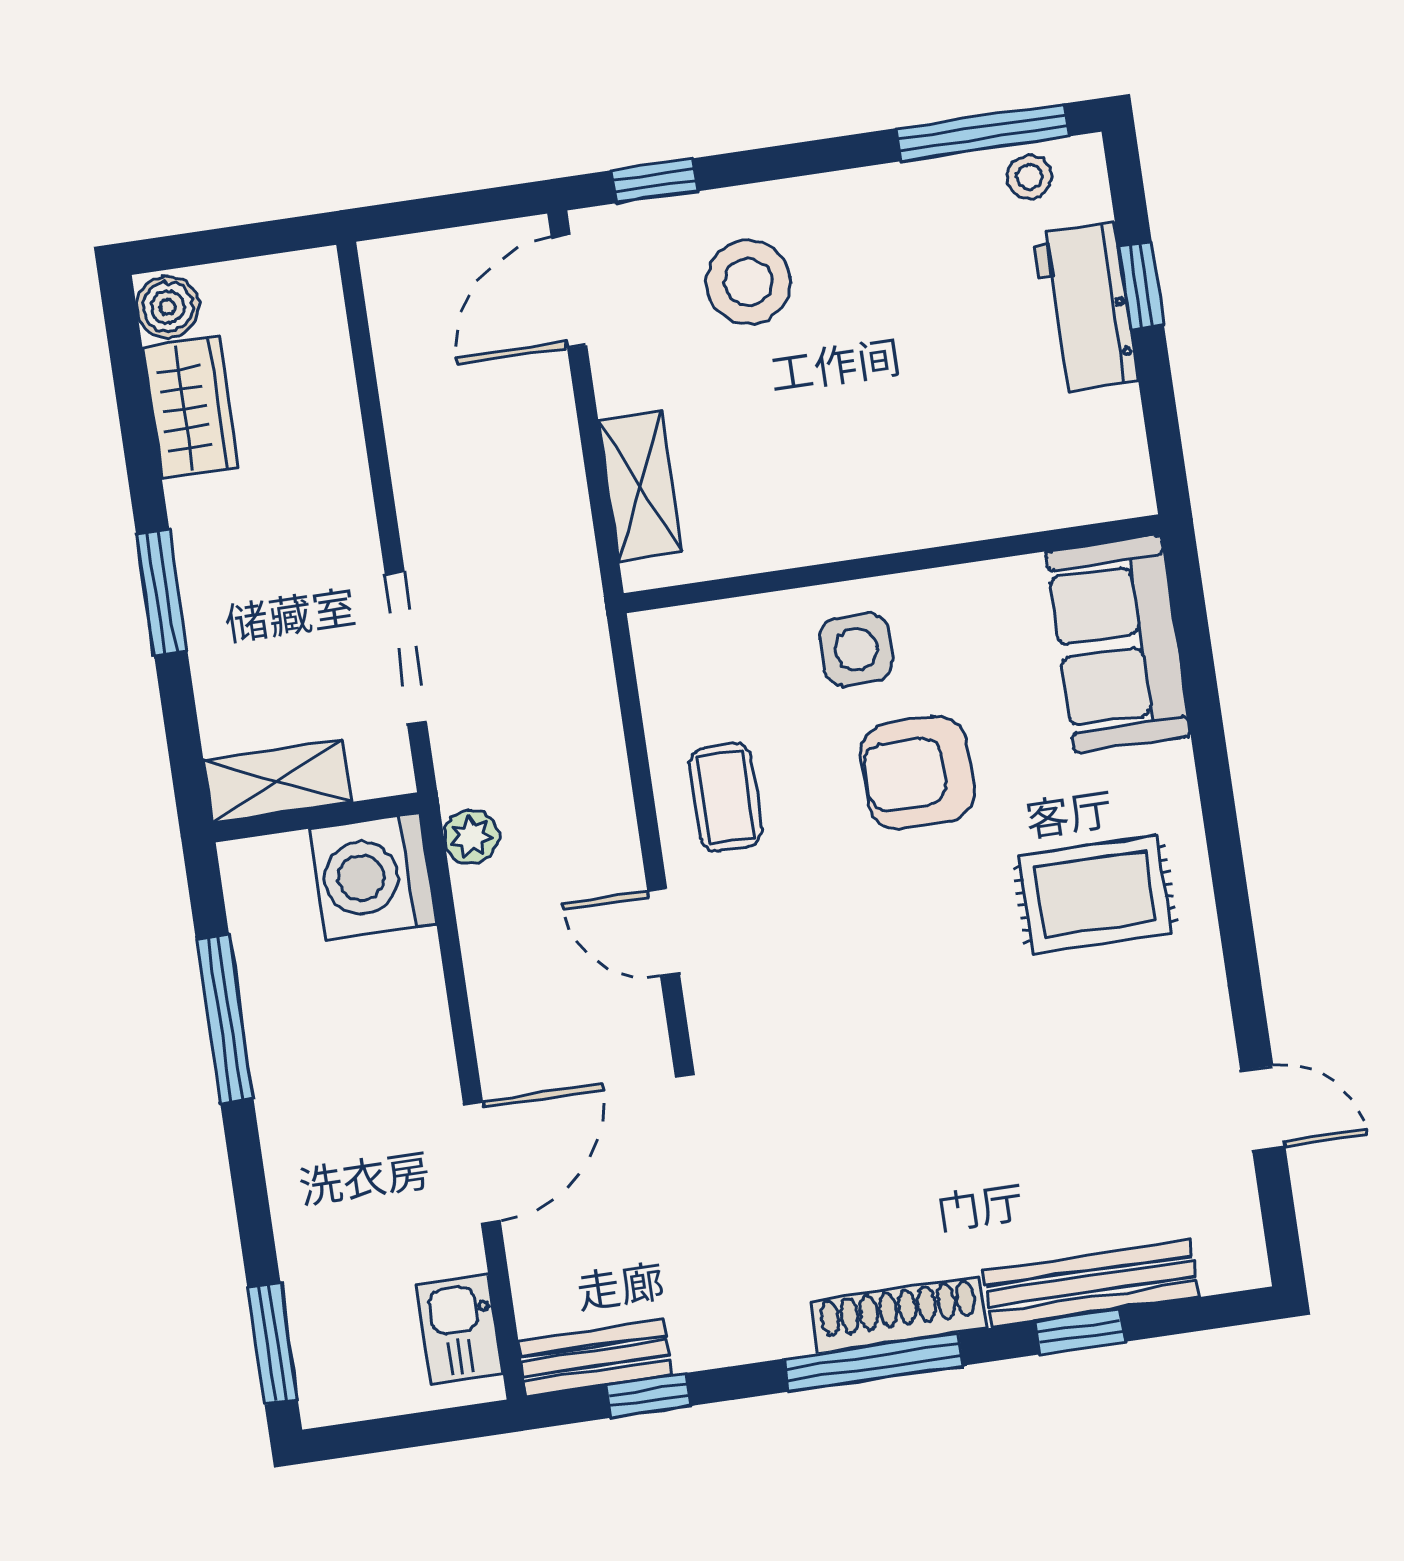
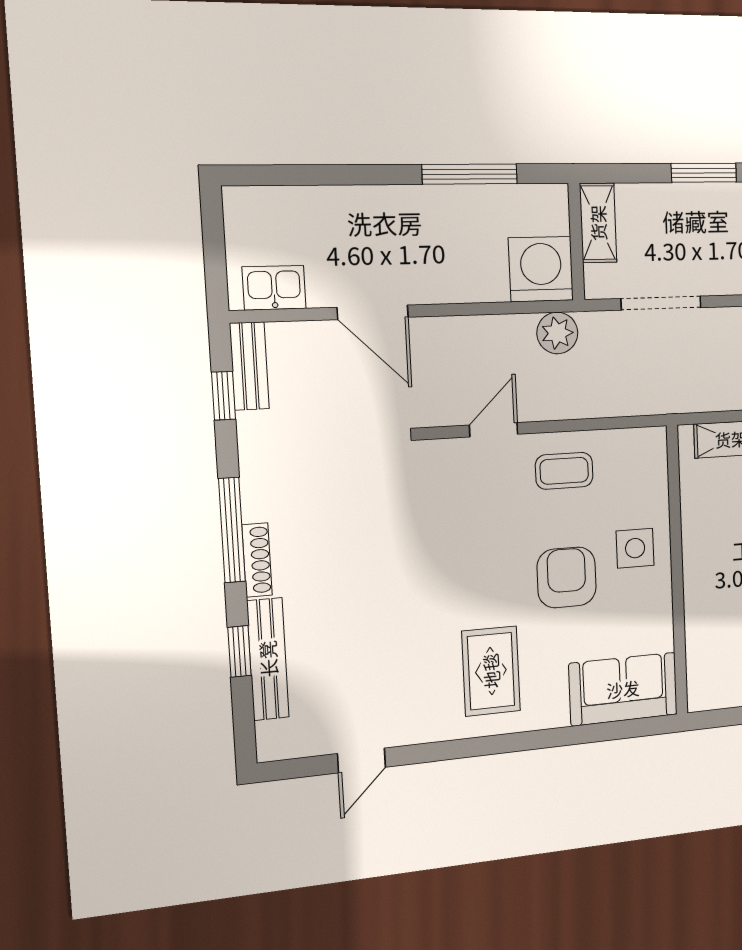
plant: (471, 837) -> (557, 333), width x1.38, depth x1.38
shoe rack: (899, 1315) -> (257, 560), width x0.74, depth x0.81
window: (273, 1344) -> (276, 175), removed

